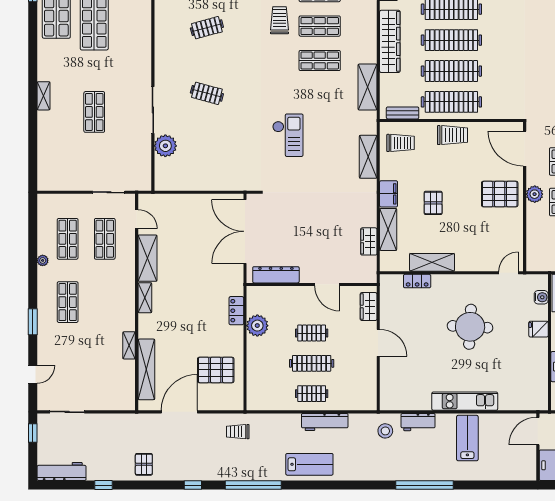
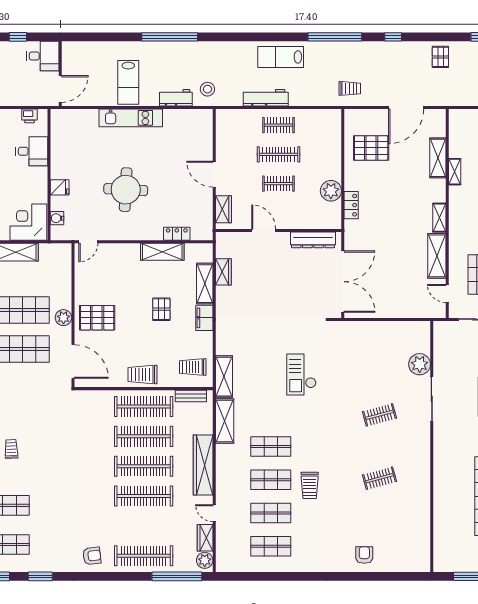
clothes rail: (207, 93) -> (379, 415), turned -30
shelving: (368, 157) -> (224, 377), moved
shelving: (146, 369) -> (438, 158), width x0.68

